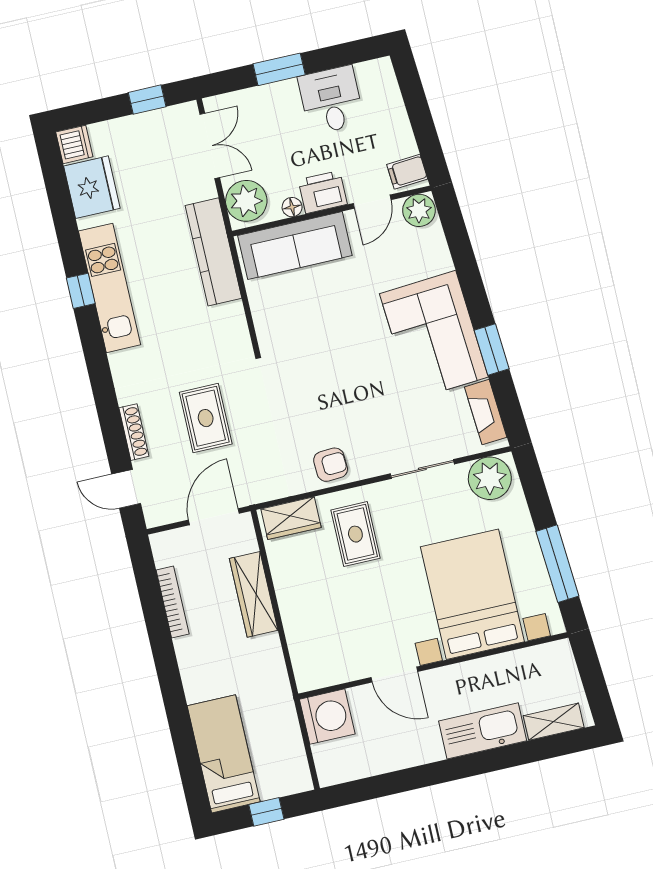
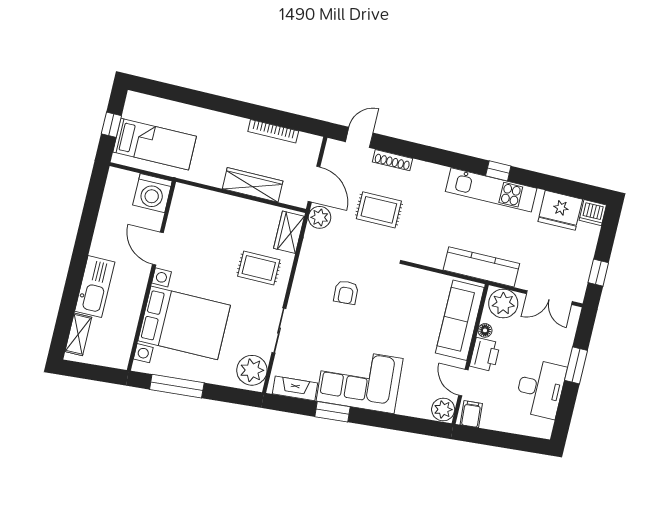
desk: (331, 100) -> (540, 389), width x1.37
armchair: (331, 465) -> (346, 292), moved
plant: (253, 489) -> (320, 217), added
door: (394, 674) -> (158, 249), hinge flipped
bed: (224, 754) -> (155, 144), moved

